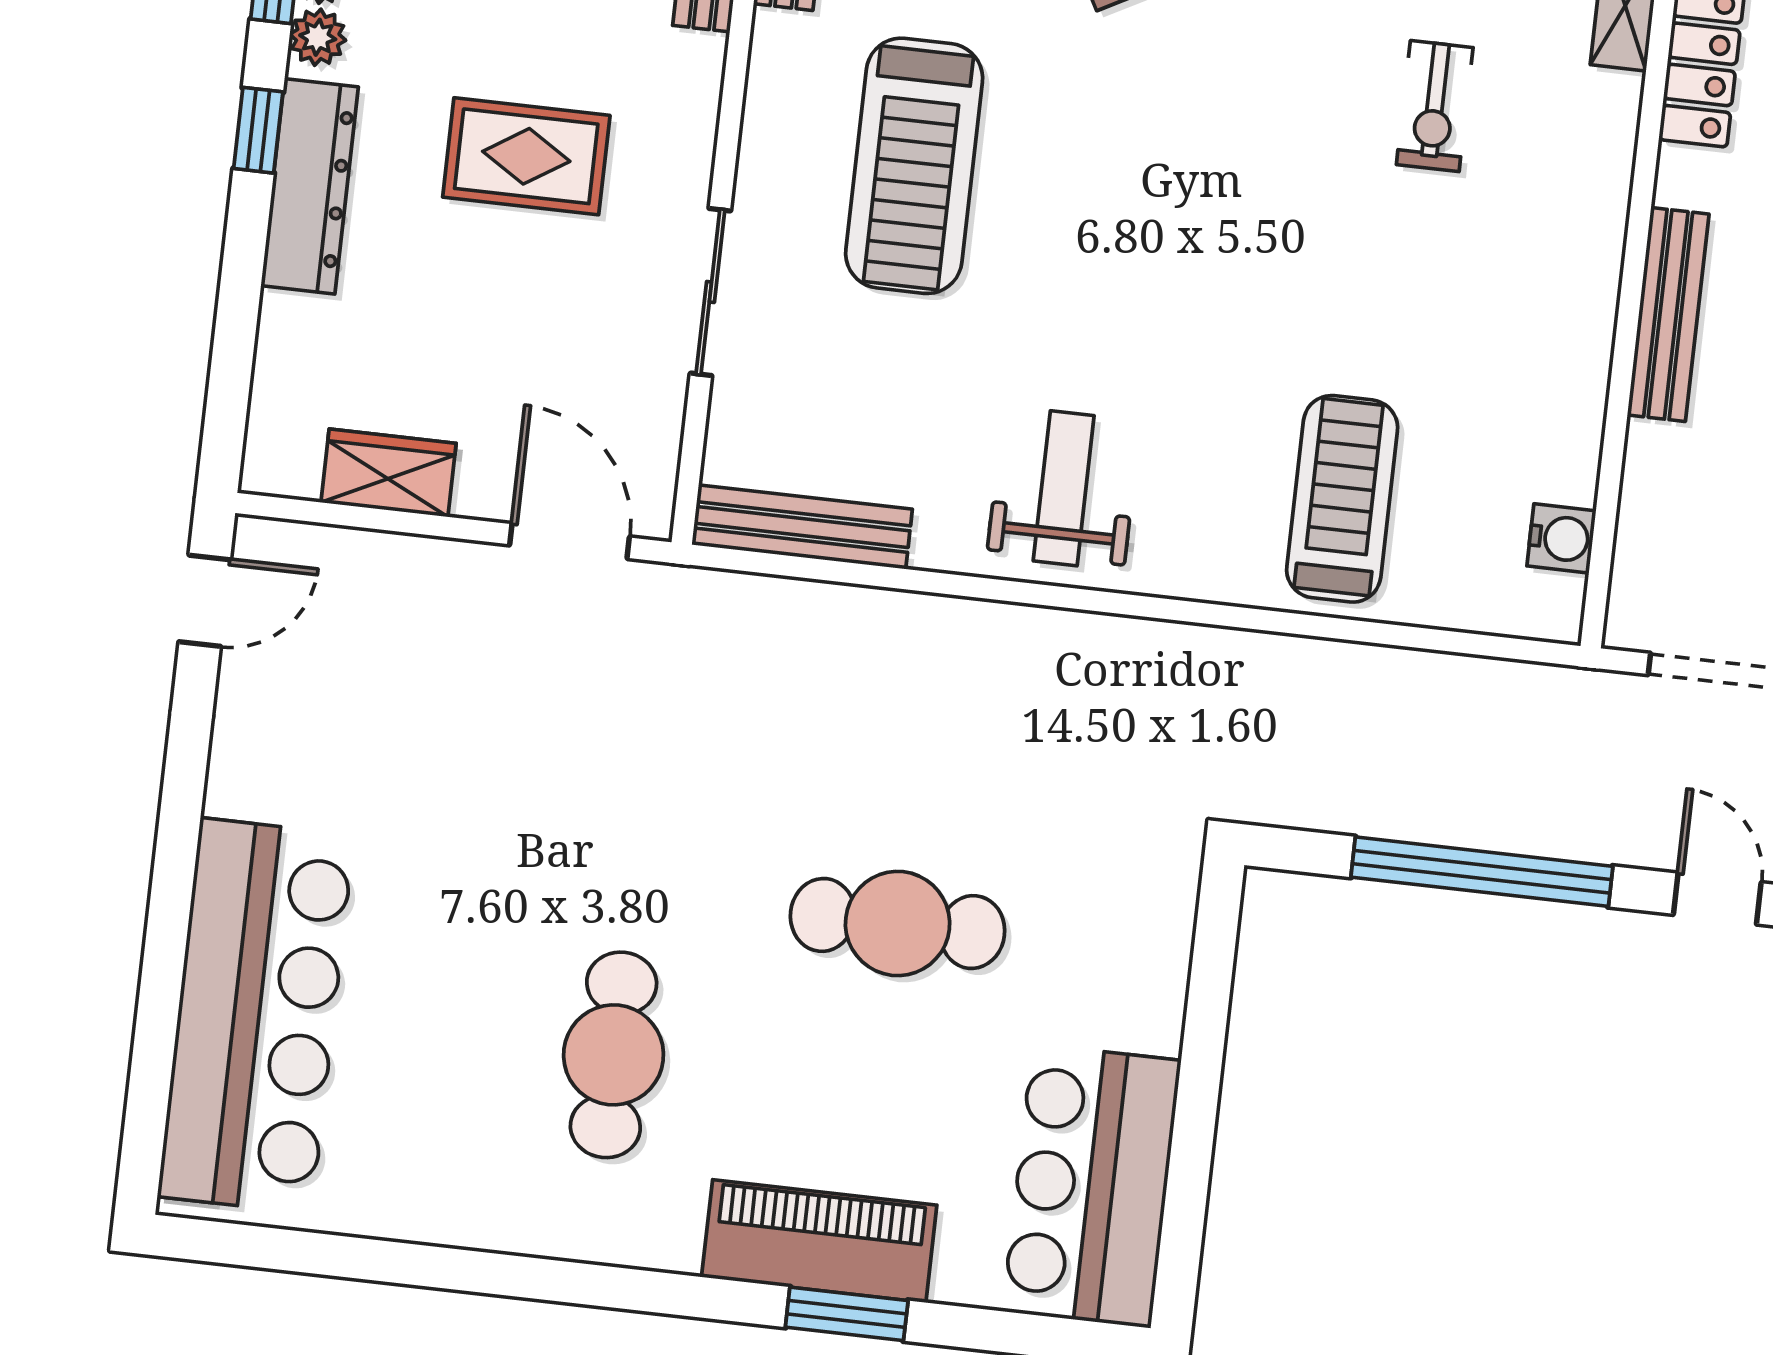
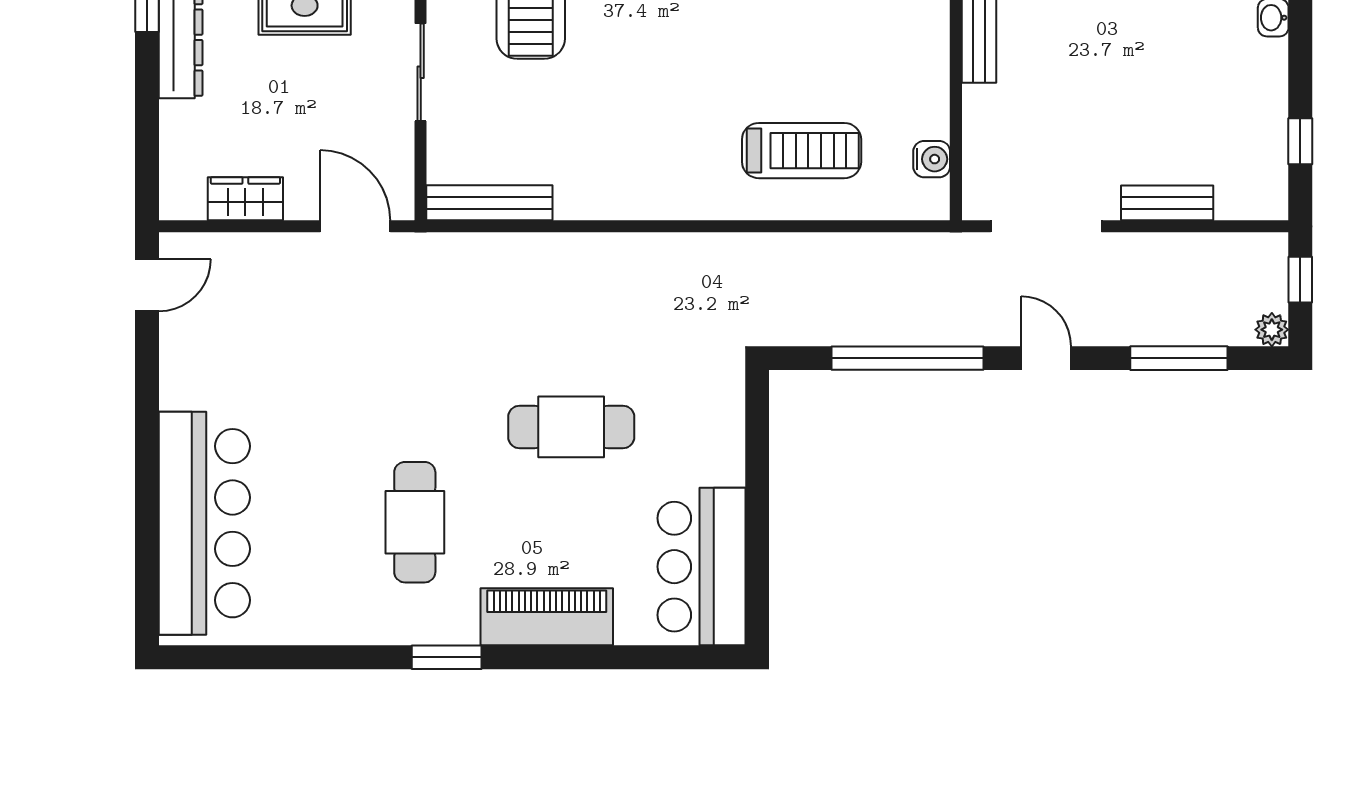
weight bench: (1064, 488) -> (639, 163), removed
treadmill: (1342, 499) -> (802, 151), turned 90
window: (847, 1314) -> (447, 657), moved

